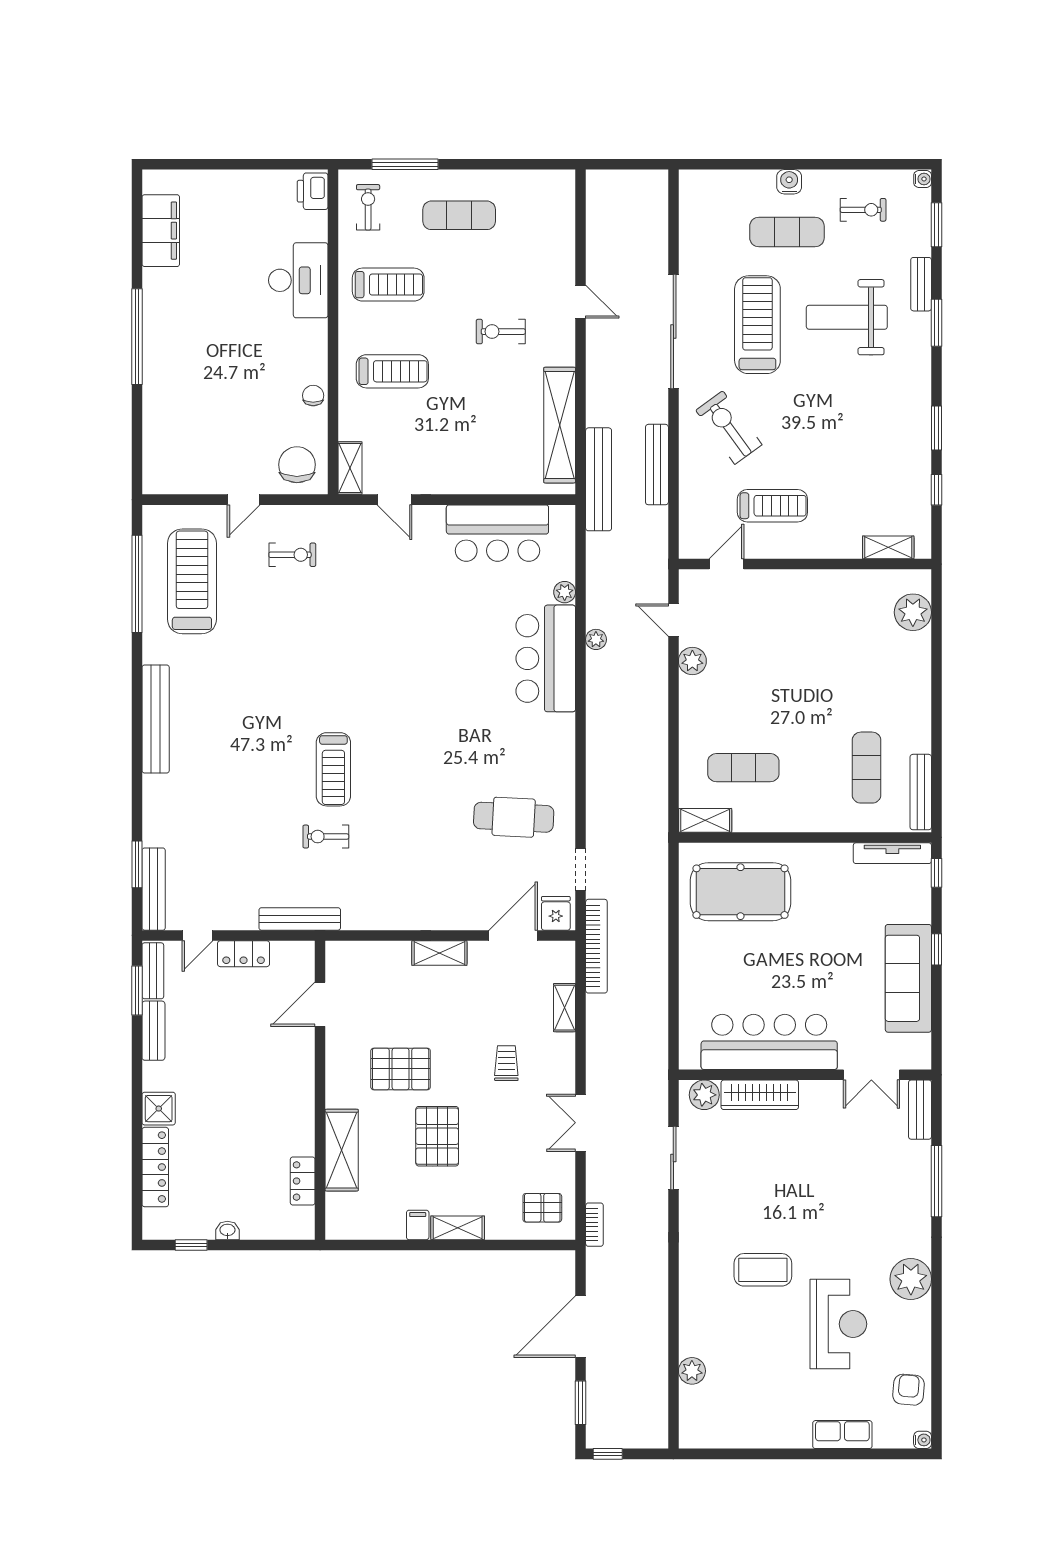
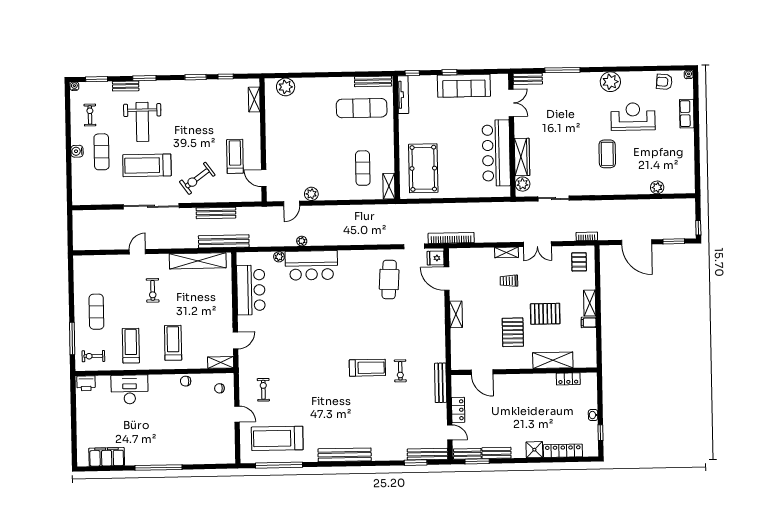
chair: (297, 465) -> (219, 388), width x0.54, depth x0.54
exercise mat: (867, 768) -> (362, 108), width x1.36, depth x1.45
shelving: (565, 1008) -> (506, 252), moved

